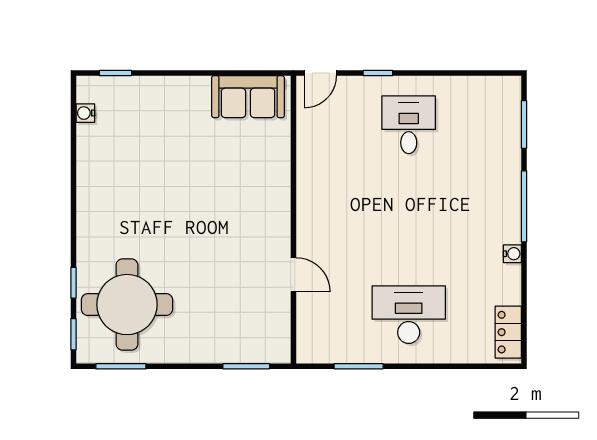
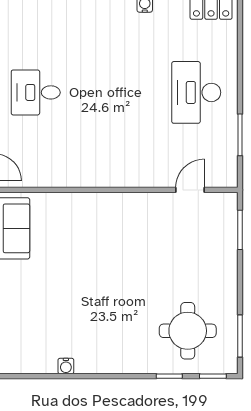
water cooler: (85, 113) -> (66, 366), moved
door: (293, 275) -> (190, 190), moved
round table: (127, 305) -> (188, 331), width x0.73, depth x0.73

